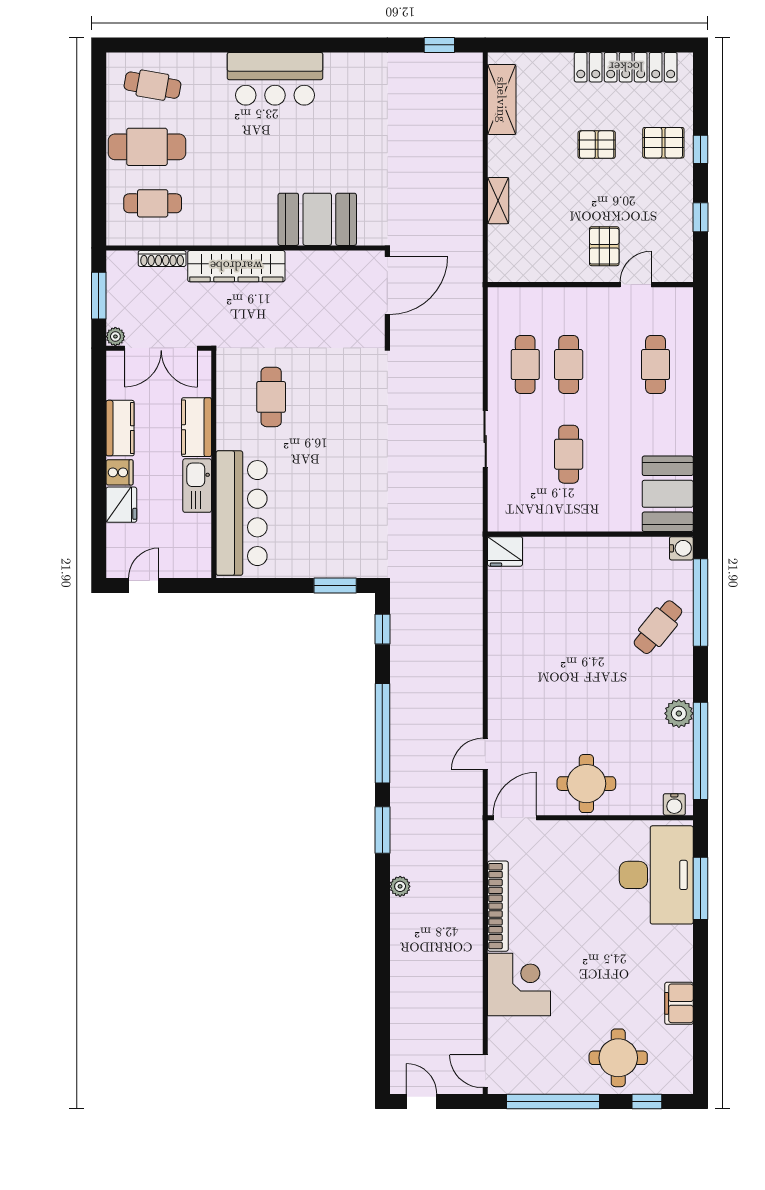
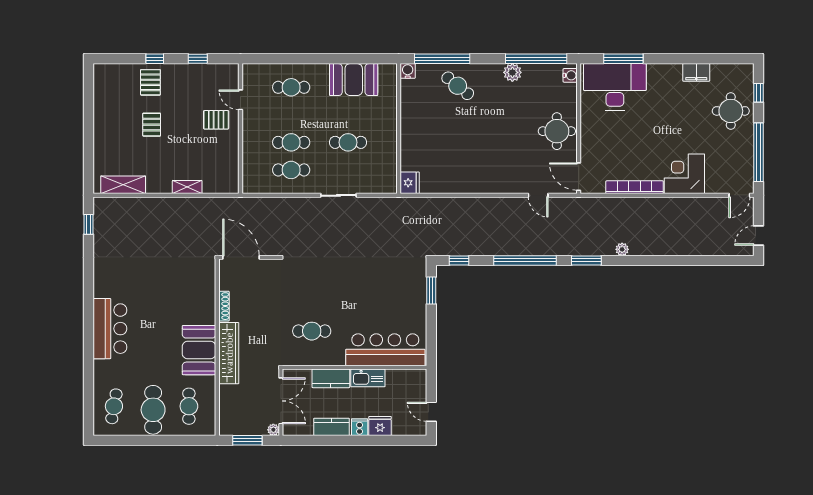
locker: (626, 67) -> (103, 106), removed
booth: (317, 219) -> (199, 350), moved
shoe rack: (162, 258) -> (224, 306), moved
booth: (668, 494) -> (354, 80), moved

